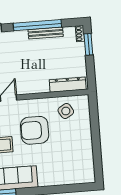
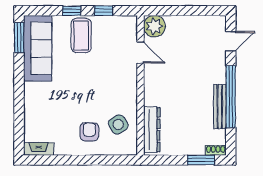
armchair: (35, 130) -> (89, 132), moved, width x0.53, depth x0.53
fireplace: (90, 171) -> (39, 149), added

